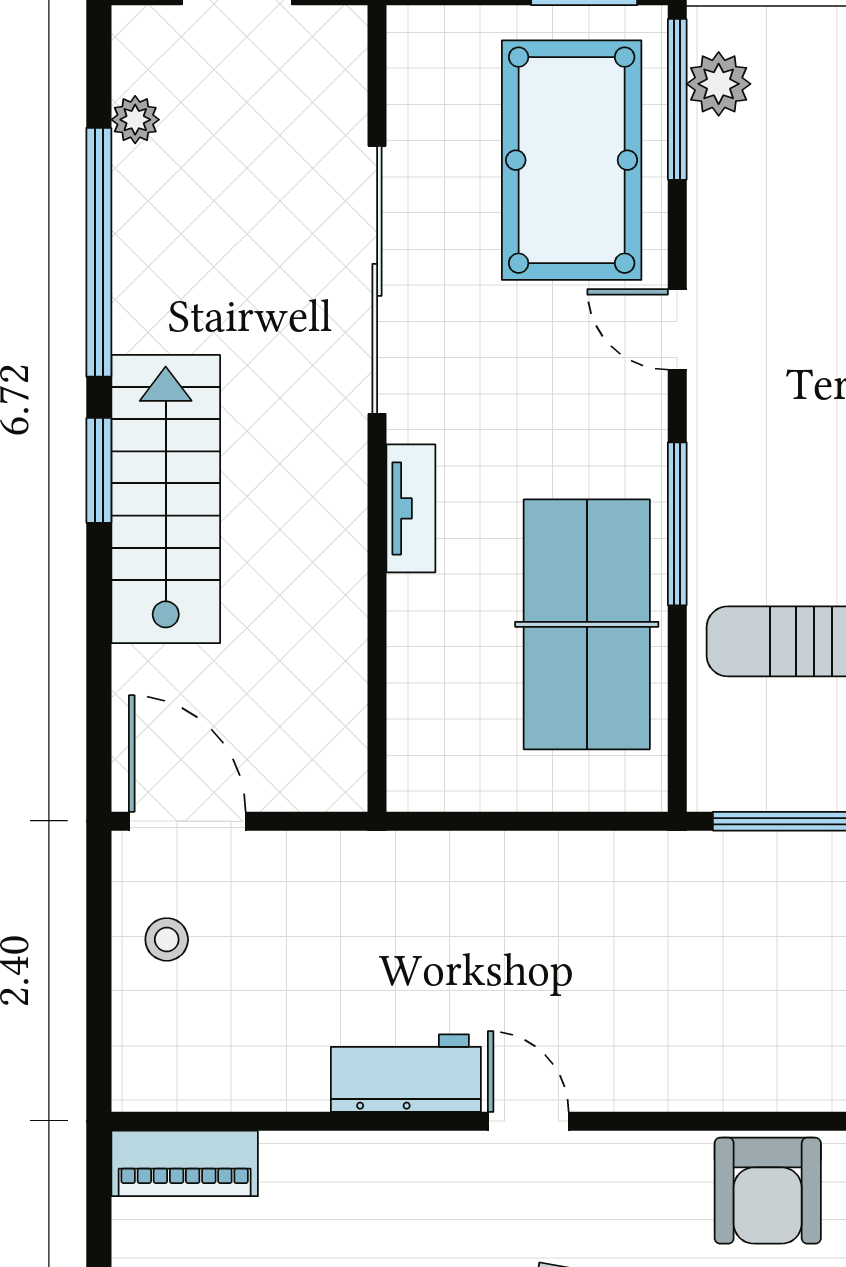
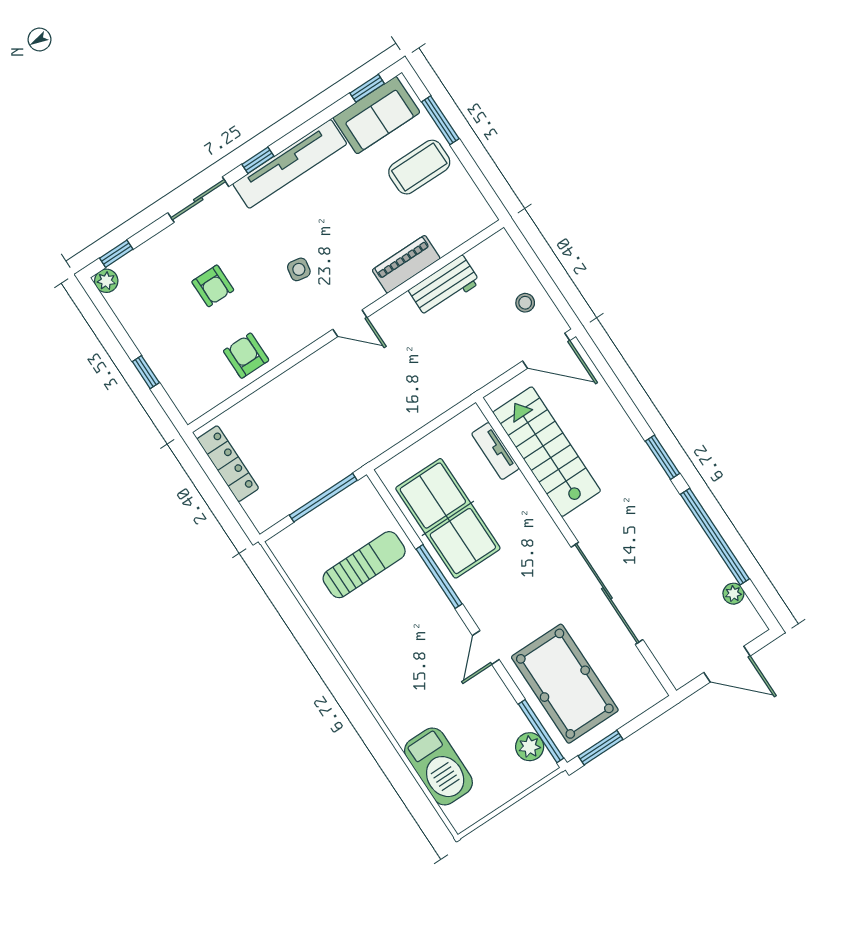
door: (677, 329) -> (486, 647), swing flipped
stairs: (166, 499) -> (547, 452), moved, turned 180
tv unit: (411, 508) -> (495, 451), moved
workbench: (406, 1073) -> (444, 286), moved
piano: (185, 1163) -> (406, 264), moved
armchair: (768, 1191) -> (246, 356), width x0.72, depth x0.72

